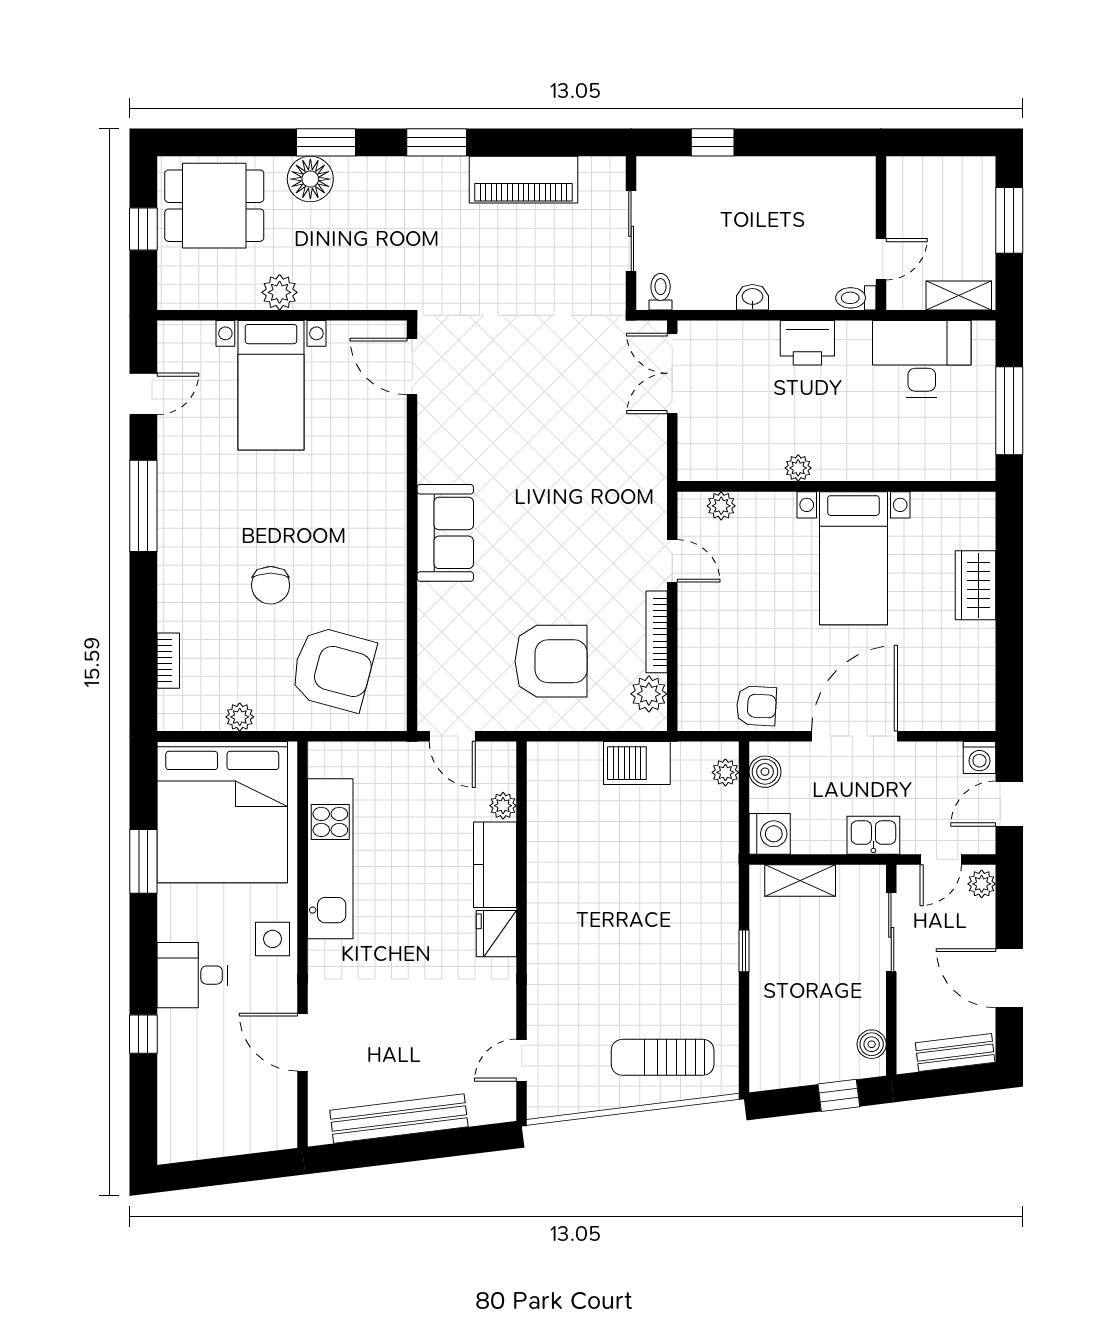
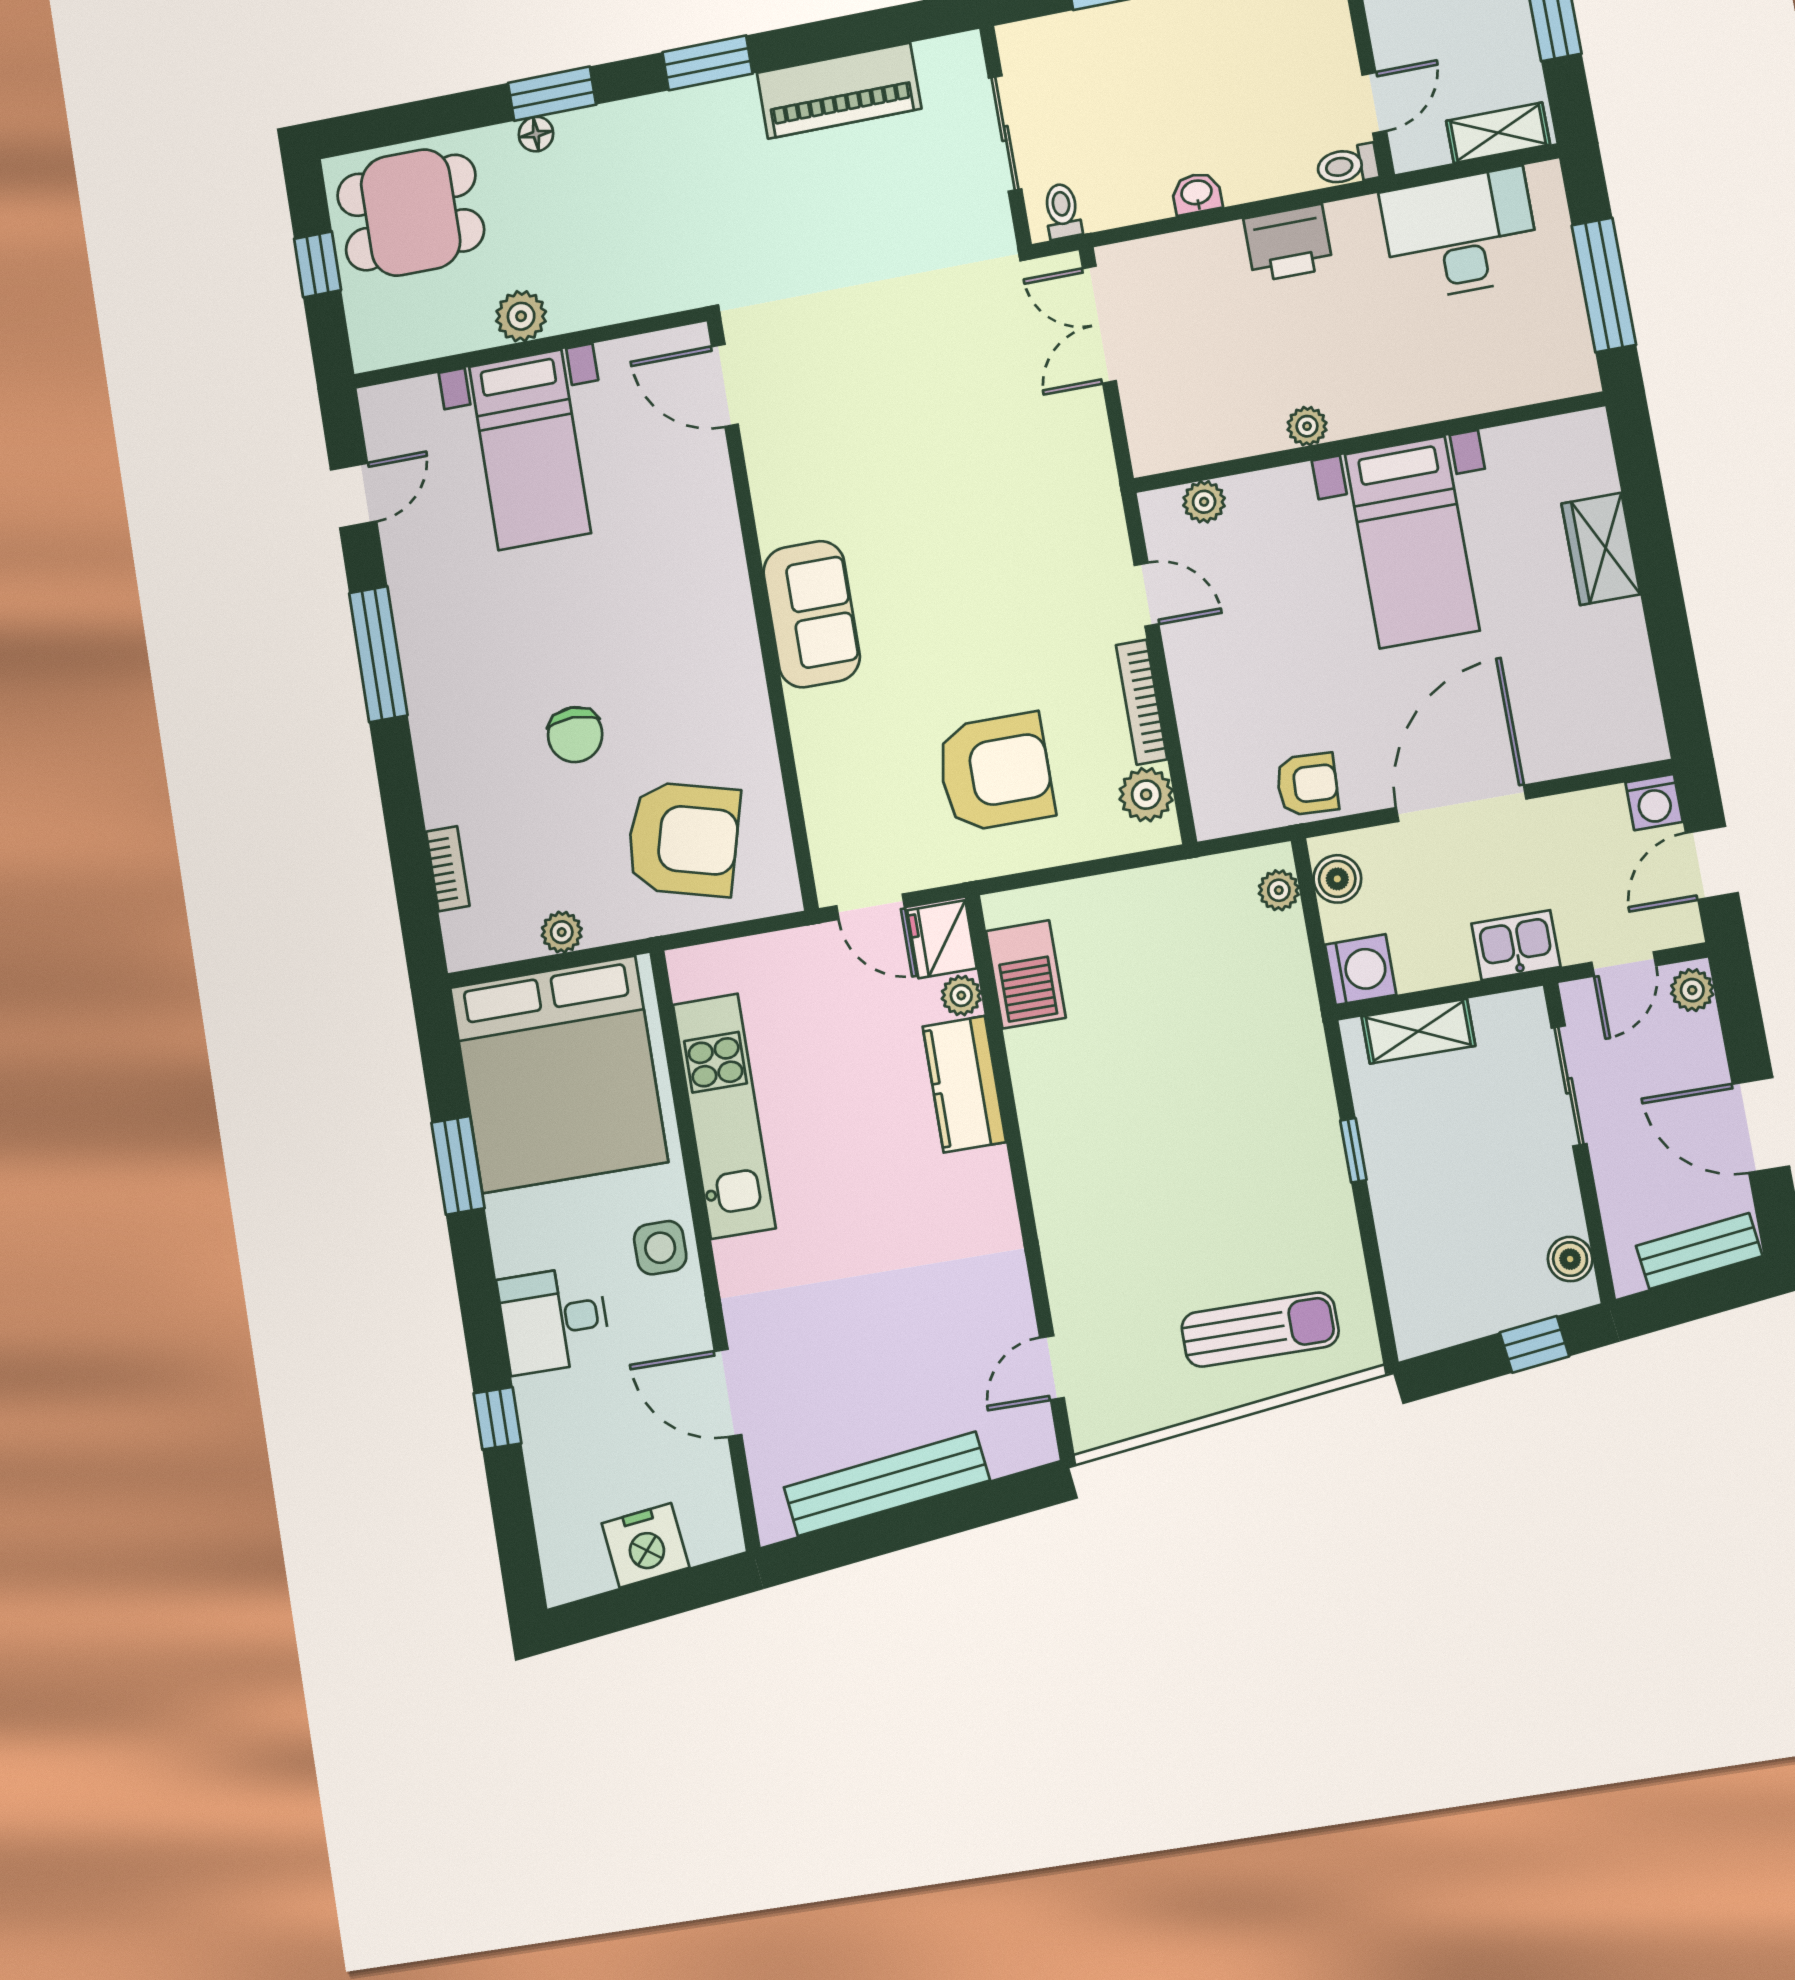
floor lamp: (310, 179) -> (536, 134), width x0.53, depth x0.53
barbecue: (637, 763) -> (1026, 974), moved, turned -90
fridge: (496, 934) -> (942, 939), moved
sun lounger: (663, 1057) -> (1260, 1330), turned 180
nightstand: (230, 1134) -> (645, 1545), added

